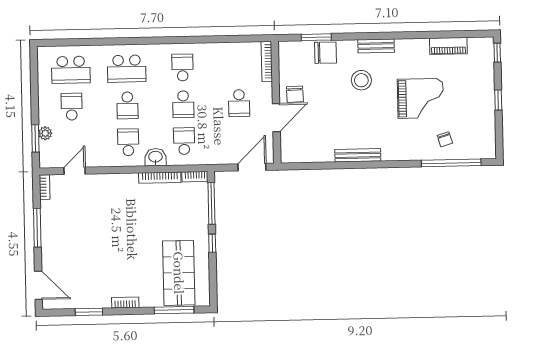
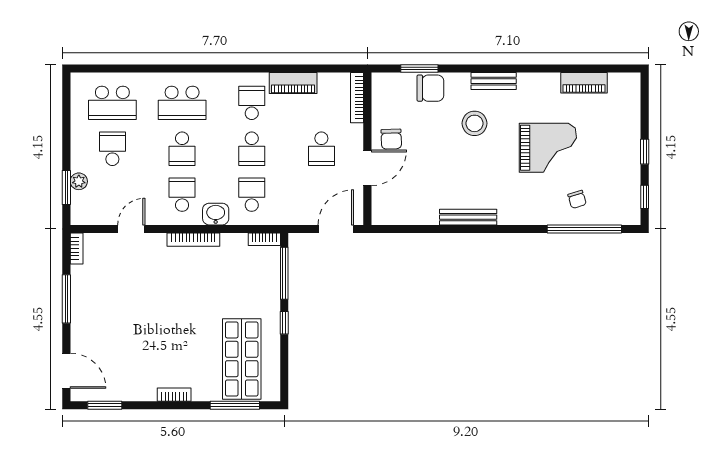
piano: (215, 51) -> (293, 83), added
window: (497, 53) -> (645, 197), moved
door: (75, 171) -> (131, 229), moved
bookcase: (160, 178) -> (193, 240), moved
window: (89, 312) -> (105, 405), moved

